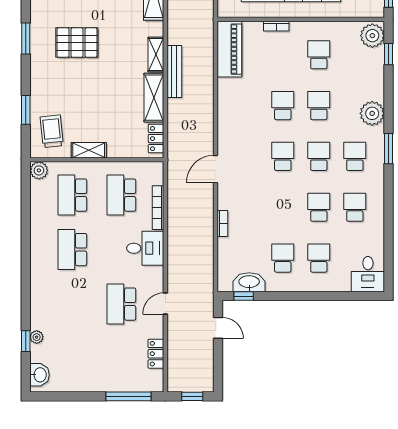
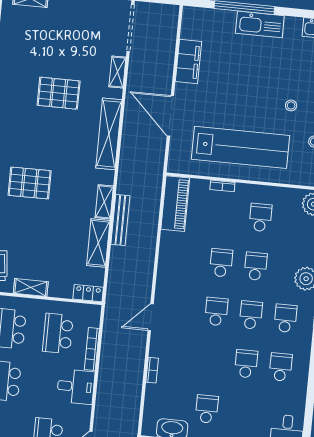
locker: (156, 139) -> (88, 293), moved, turned 90
school desk: (319, 258) -> (241, 412), removed

